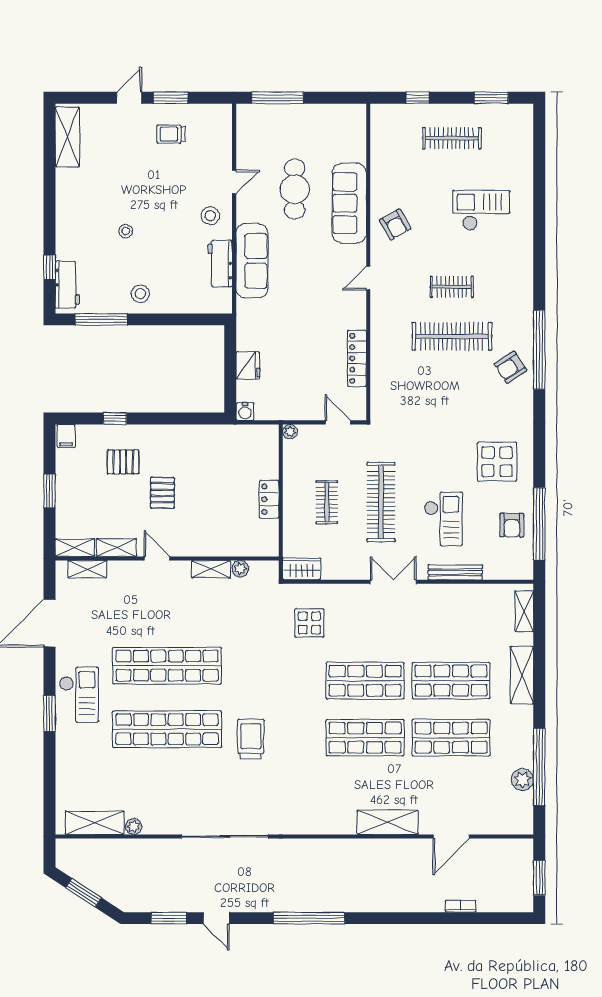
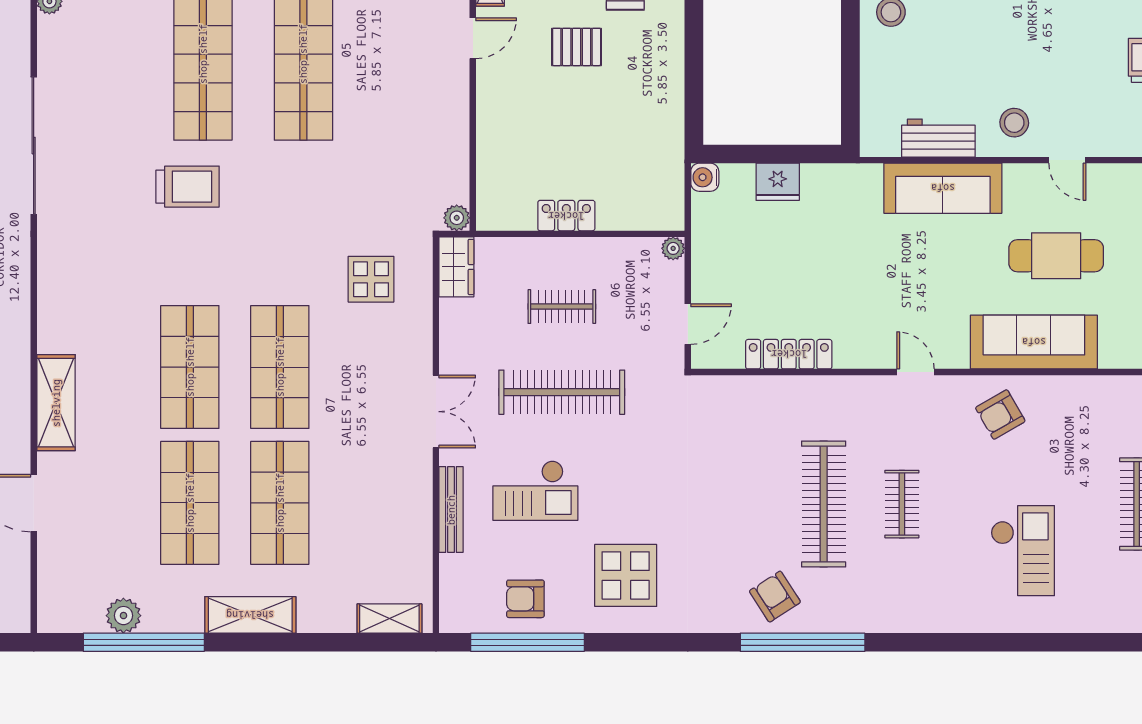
shelving: (211, 569) -> (456, 124), removed
plant: (240, 569) -> (457, 218), moved
shelving: (522, 675) -> (250, 615), moved

